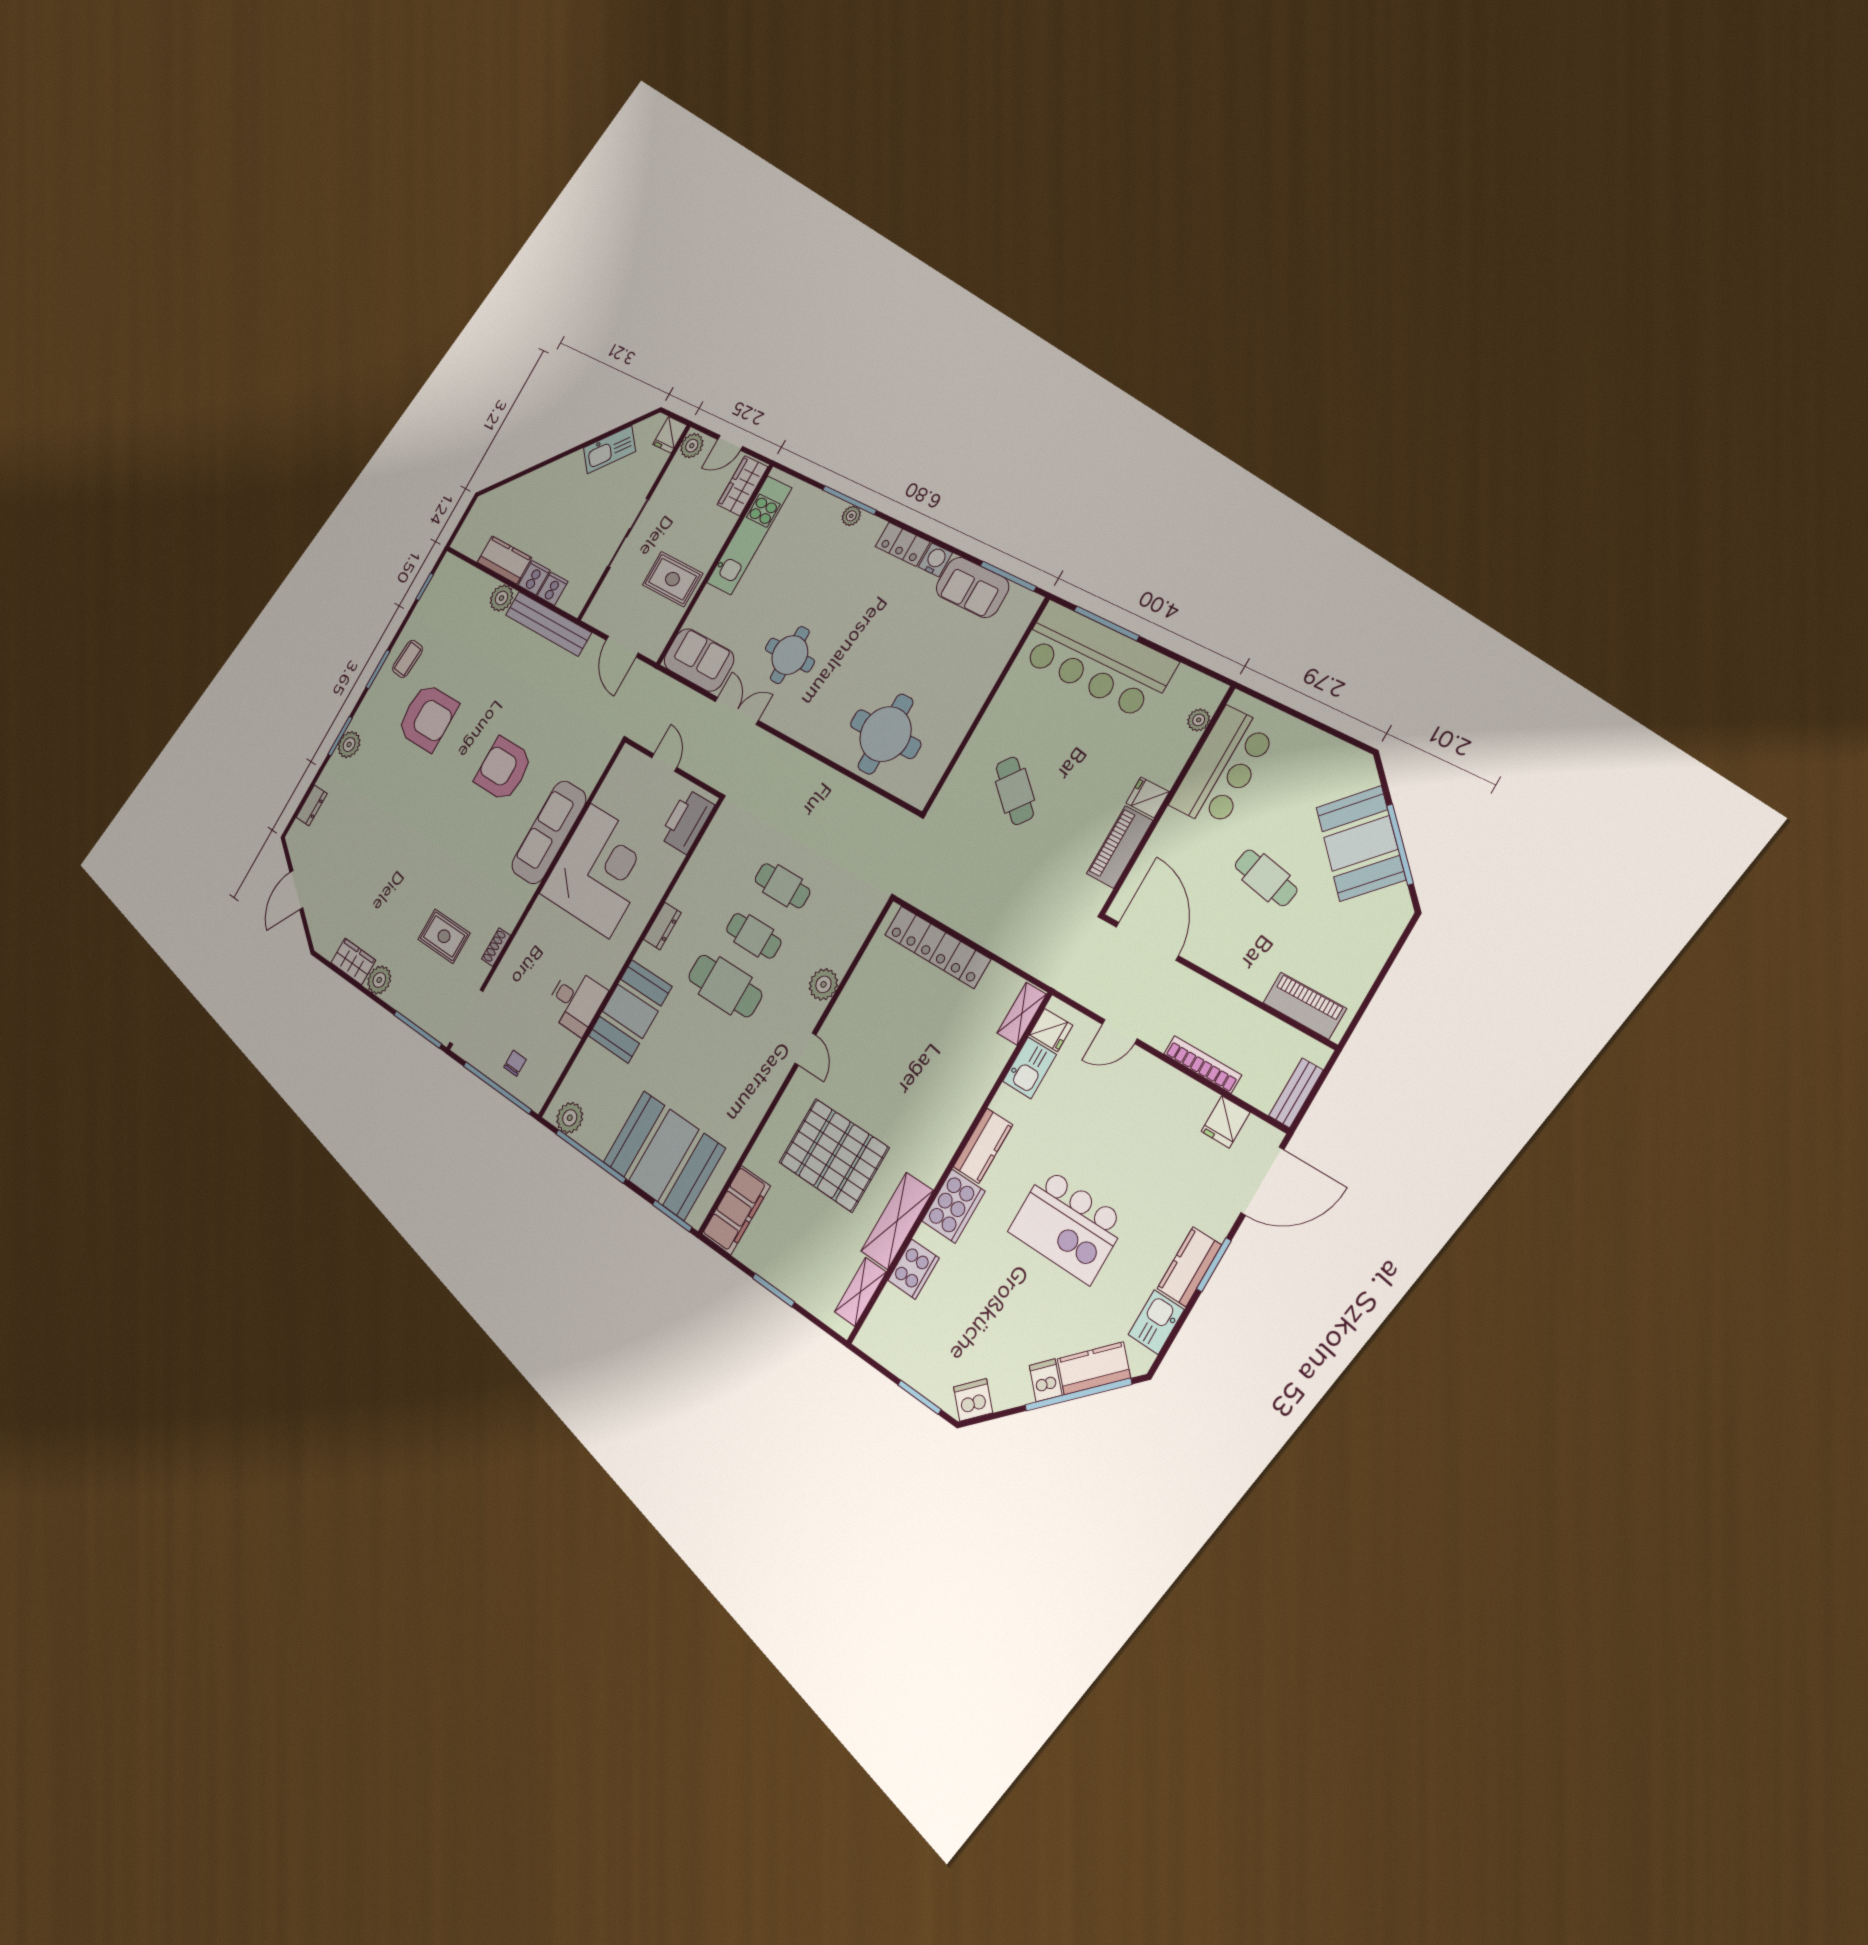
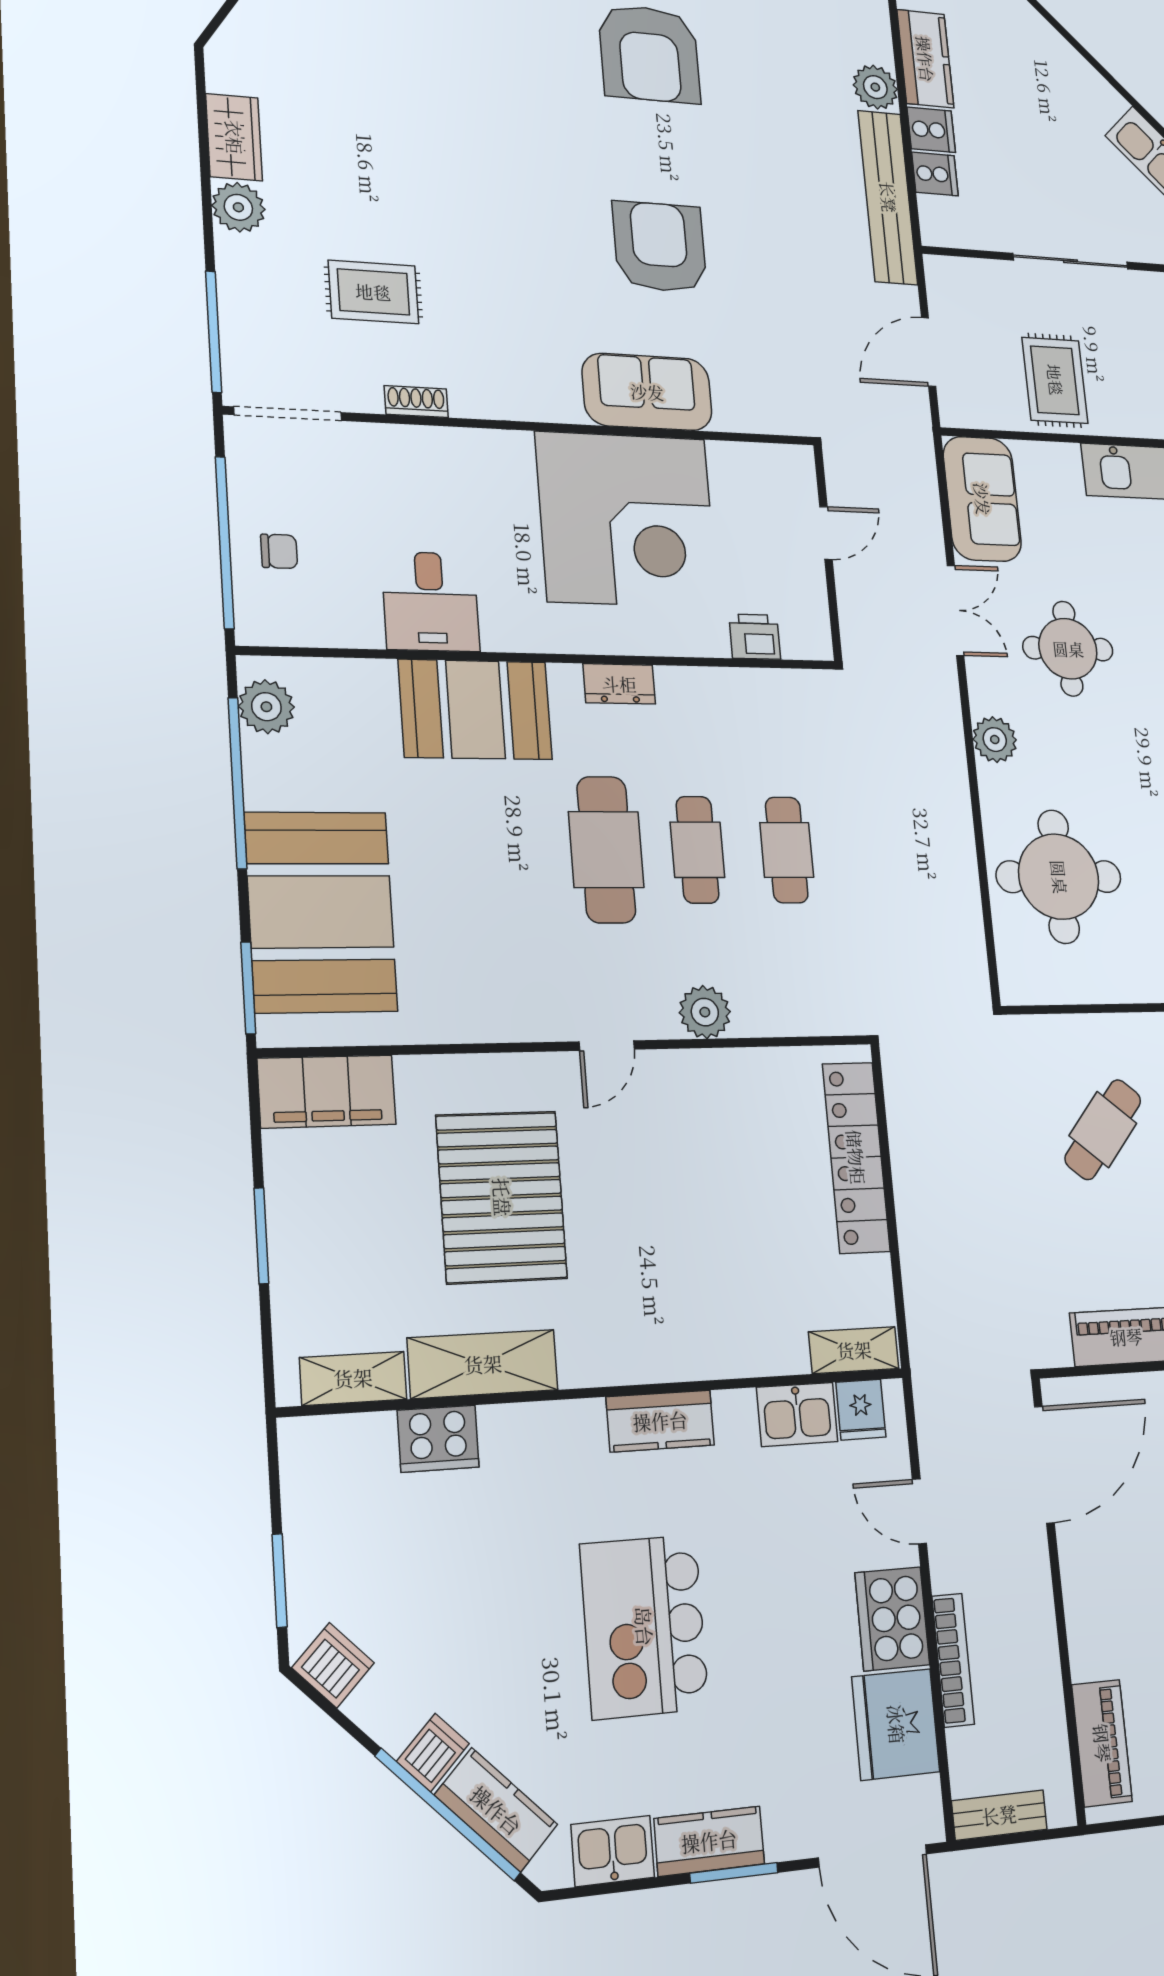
plant: (804, 728) -> (995, 740), added
printer: (687, 821) -> (755, 637), width x0.53, depth x0.68
sofa: (549, 832) -> (647, 392), width x0.73
rug: (444, 936) -> (373, 292), turned 90
fridge: (1225, 1122) -> (896, 1724), width x1.88, depth x1.34
cooker: (954, 1206) -> (892, 1619), moved, turned 90

